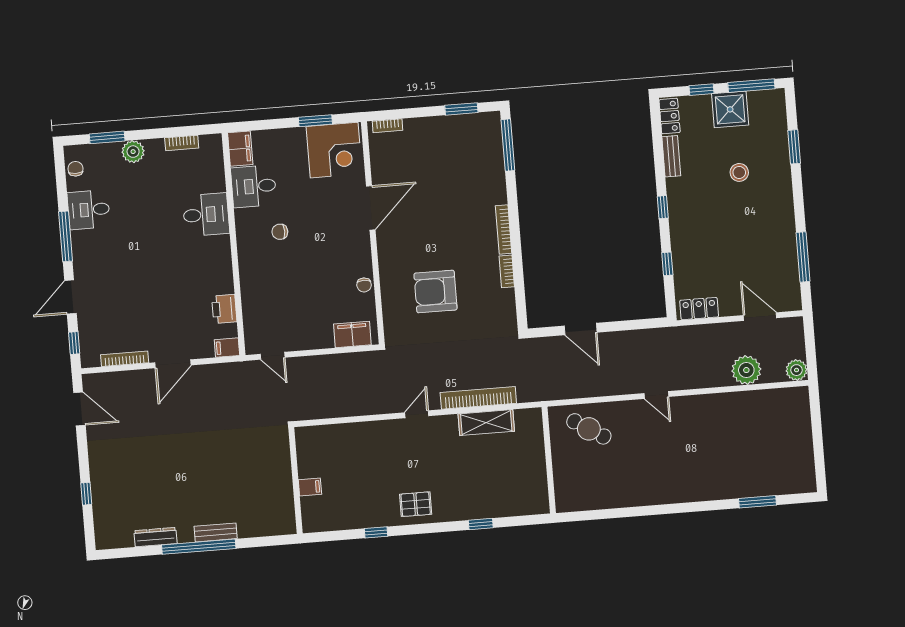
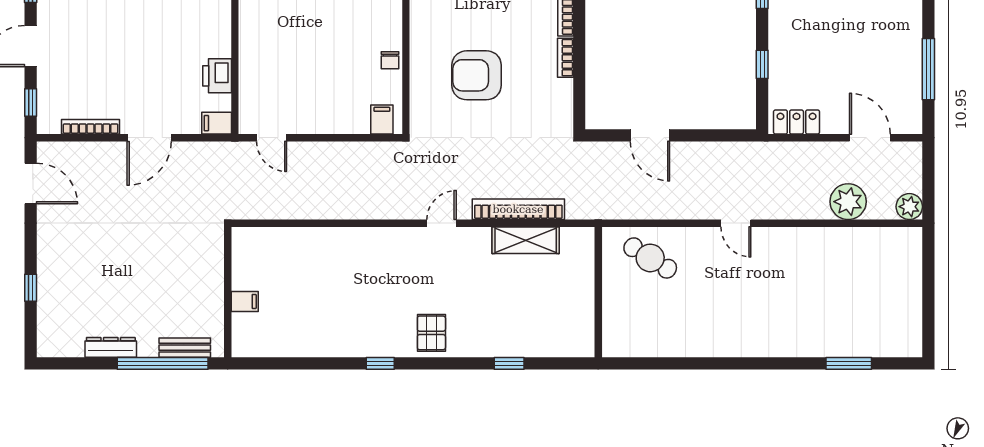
filing cabinet: (352, 334) -> (382, 120), width x0.50
wall: (295, 480) -> (228, 292), moved
filing cabinet: (310, 487) -> (245, 301), moved
pallet: (416, 504) -> (431, 333), turned 90

